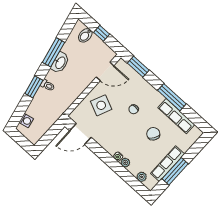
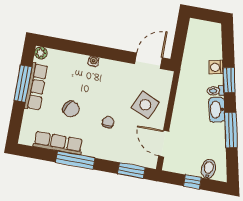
washbasin: (60, 63) -> (217, 110), moved
door: (105, 71) -> (164, 144), hinge flipped
washing machine: (26, 121) -> (216, 67), moved
plant: (125, 163) -> (82, 60), removed
plant: (142, 177) -> (41, 53), moved

